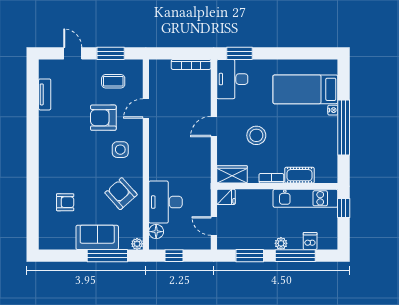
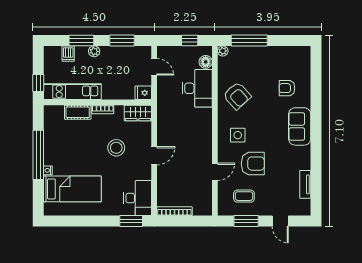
sofa: (97, 237) -> (300, 126), moved, turned 90
window: (295, 256) -> (81, 40), width x0.69

